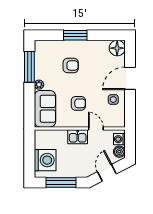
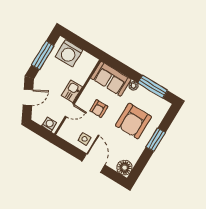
armchair: (71, 65) -> (133, 121), width x1.88, depth x1.88
boiler: (119, 152) -> (39, 118), removed
door: (107, 173) -> (28, 97), hinge flipped

